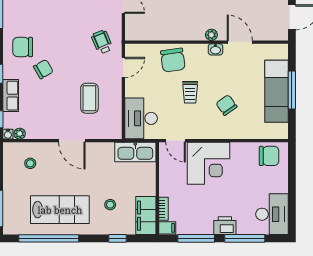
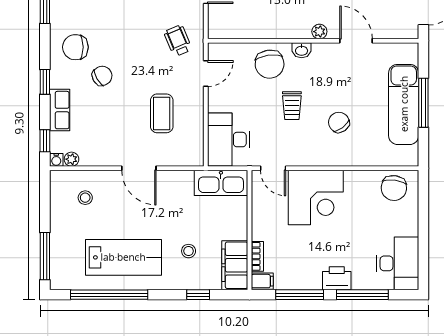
washbasin: (215, 49) -> (302, 50), moved
chair: (269, 156) -> (394, 188), turned 97

